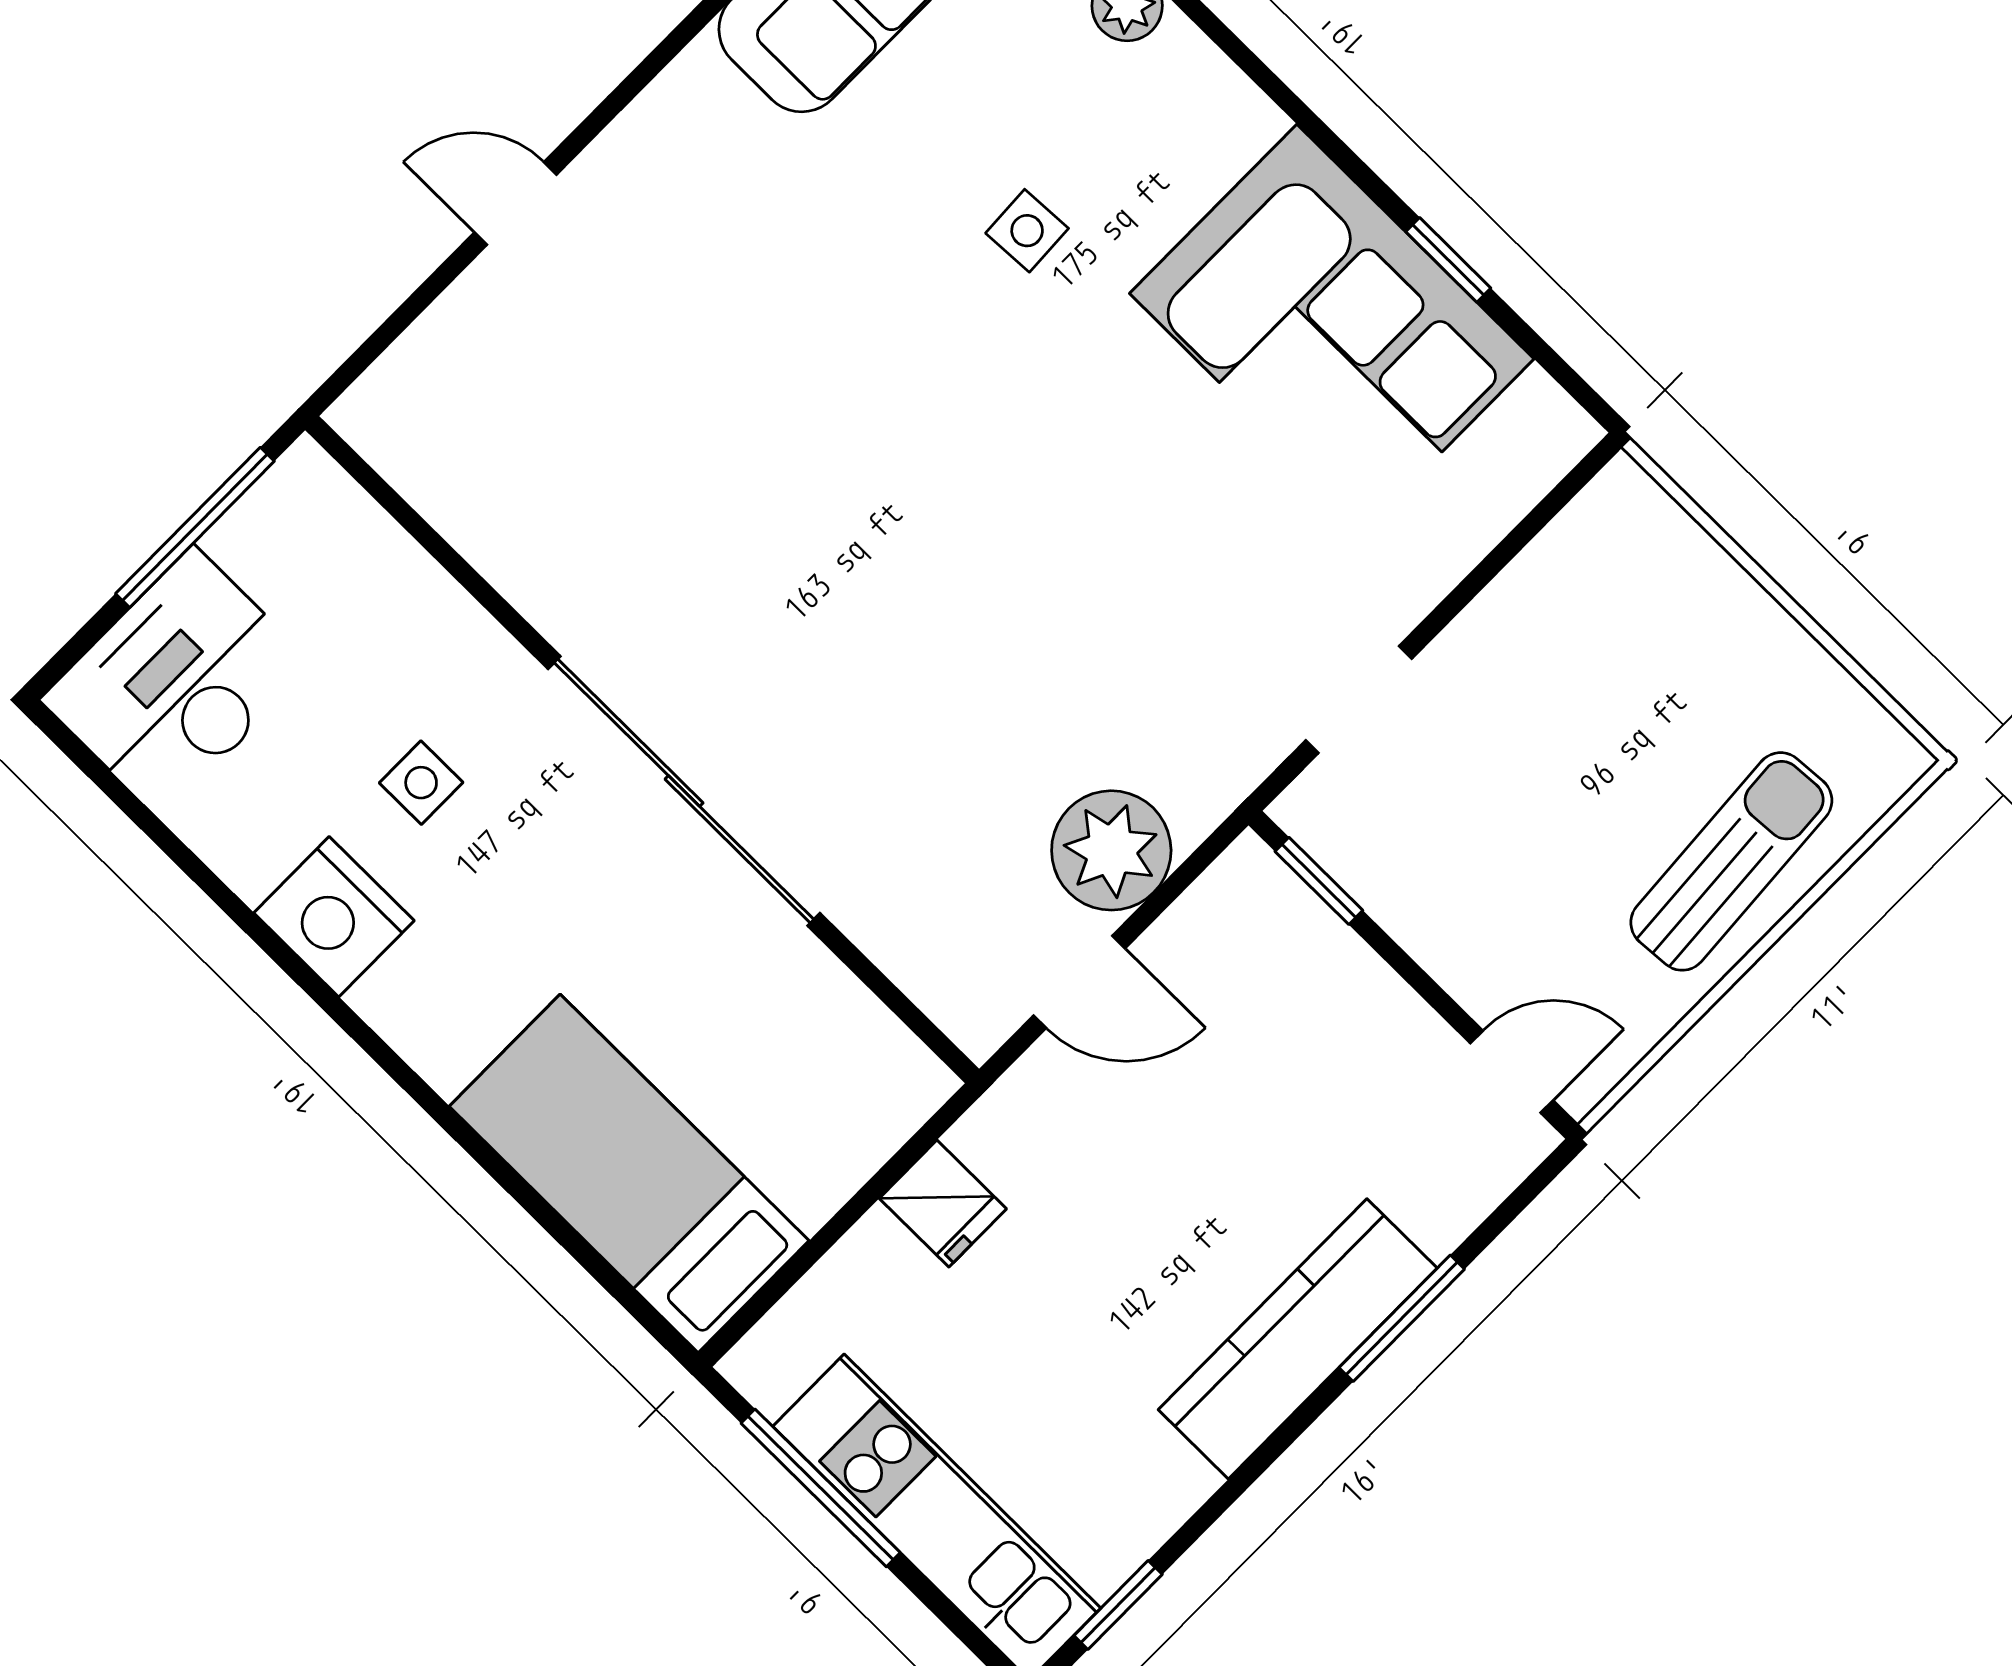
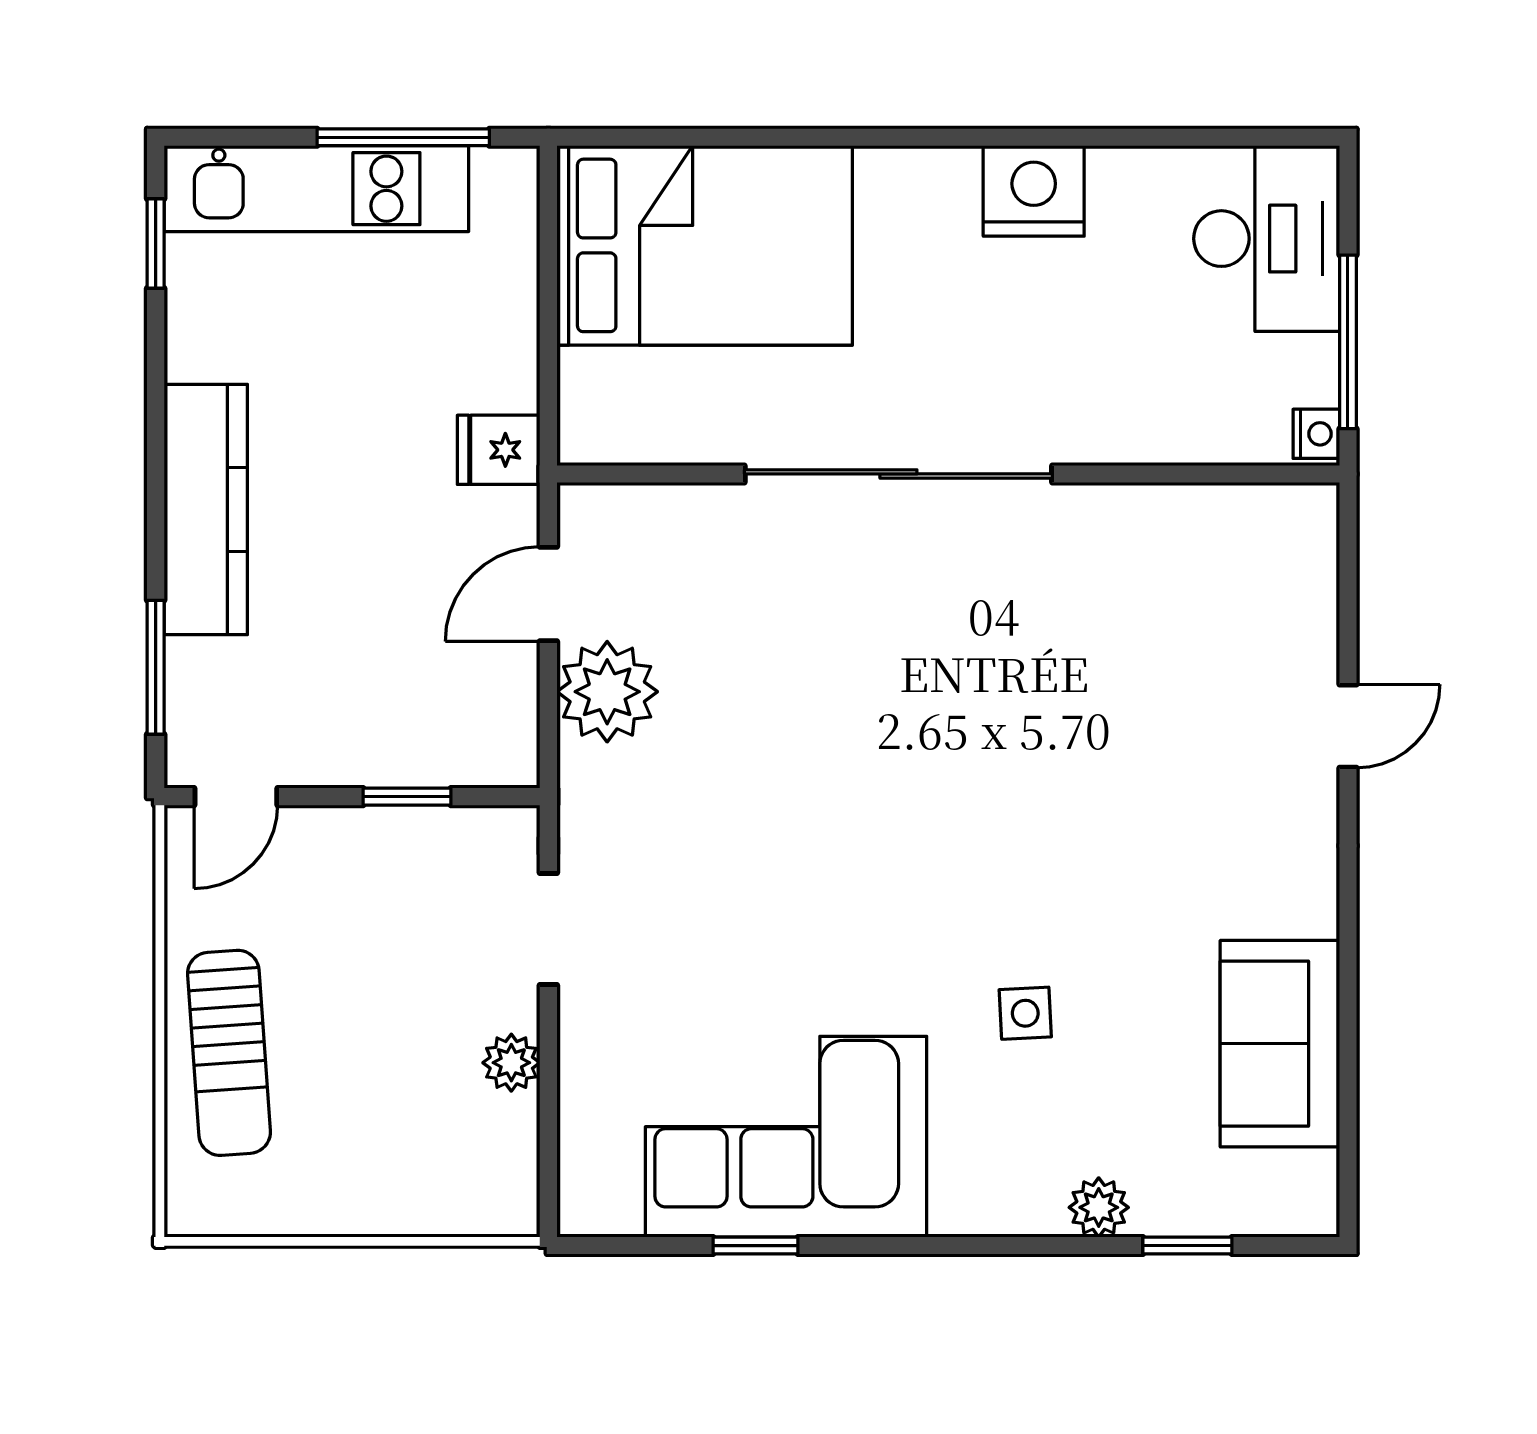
nightstand: (298, 476) -> (1316, 434), added
plant: (1501, 618) -> (511, 1063), added
side table: (421, 783) -> (1061, 323), removed
window: (1319, 881) -> (407, 797), moved
bed: (629, 1173) -> (705, 245), width x1.50
fridge: (943, 1204) -> (499, 450), moved
window: (1402, 1318) -> (156, 667), moved

